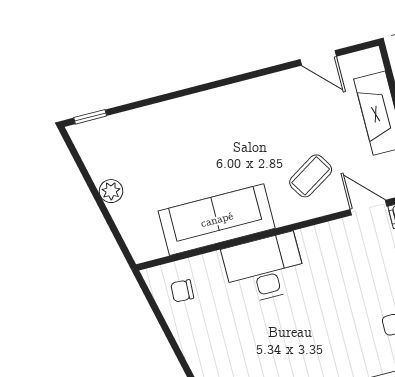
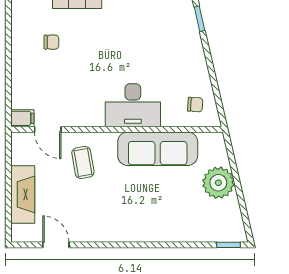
coffee table: (311, 176) -> (83, 162), turned -68
plant: (111, 191) -> (218, 183), width x1.88, depth x1.88

